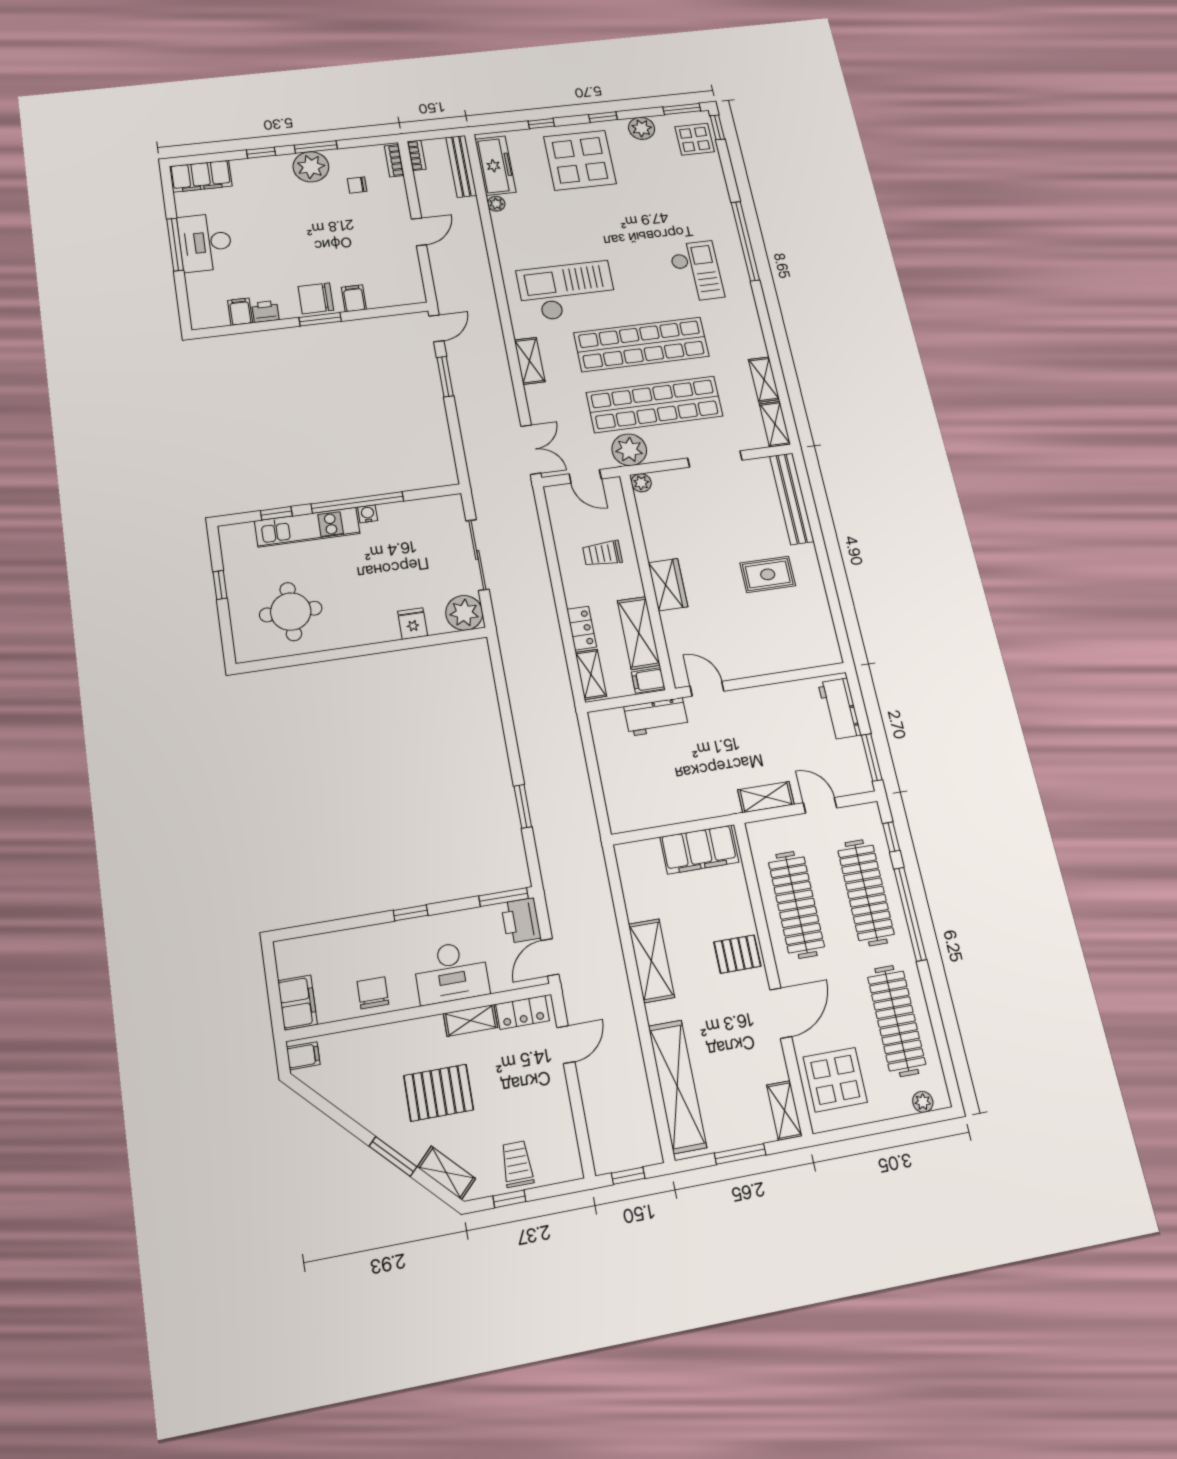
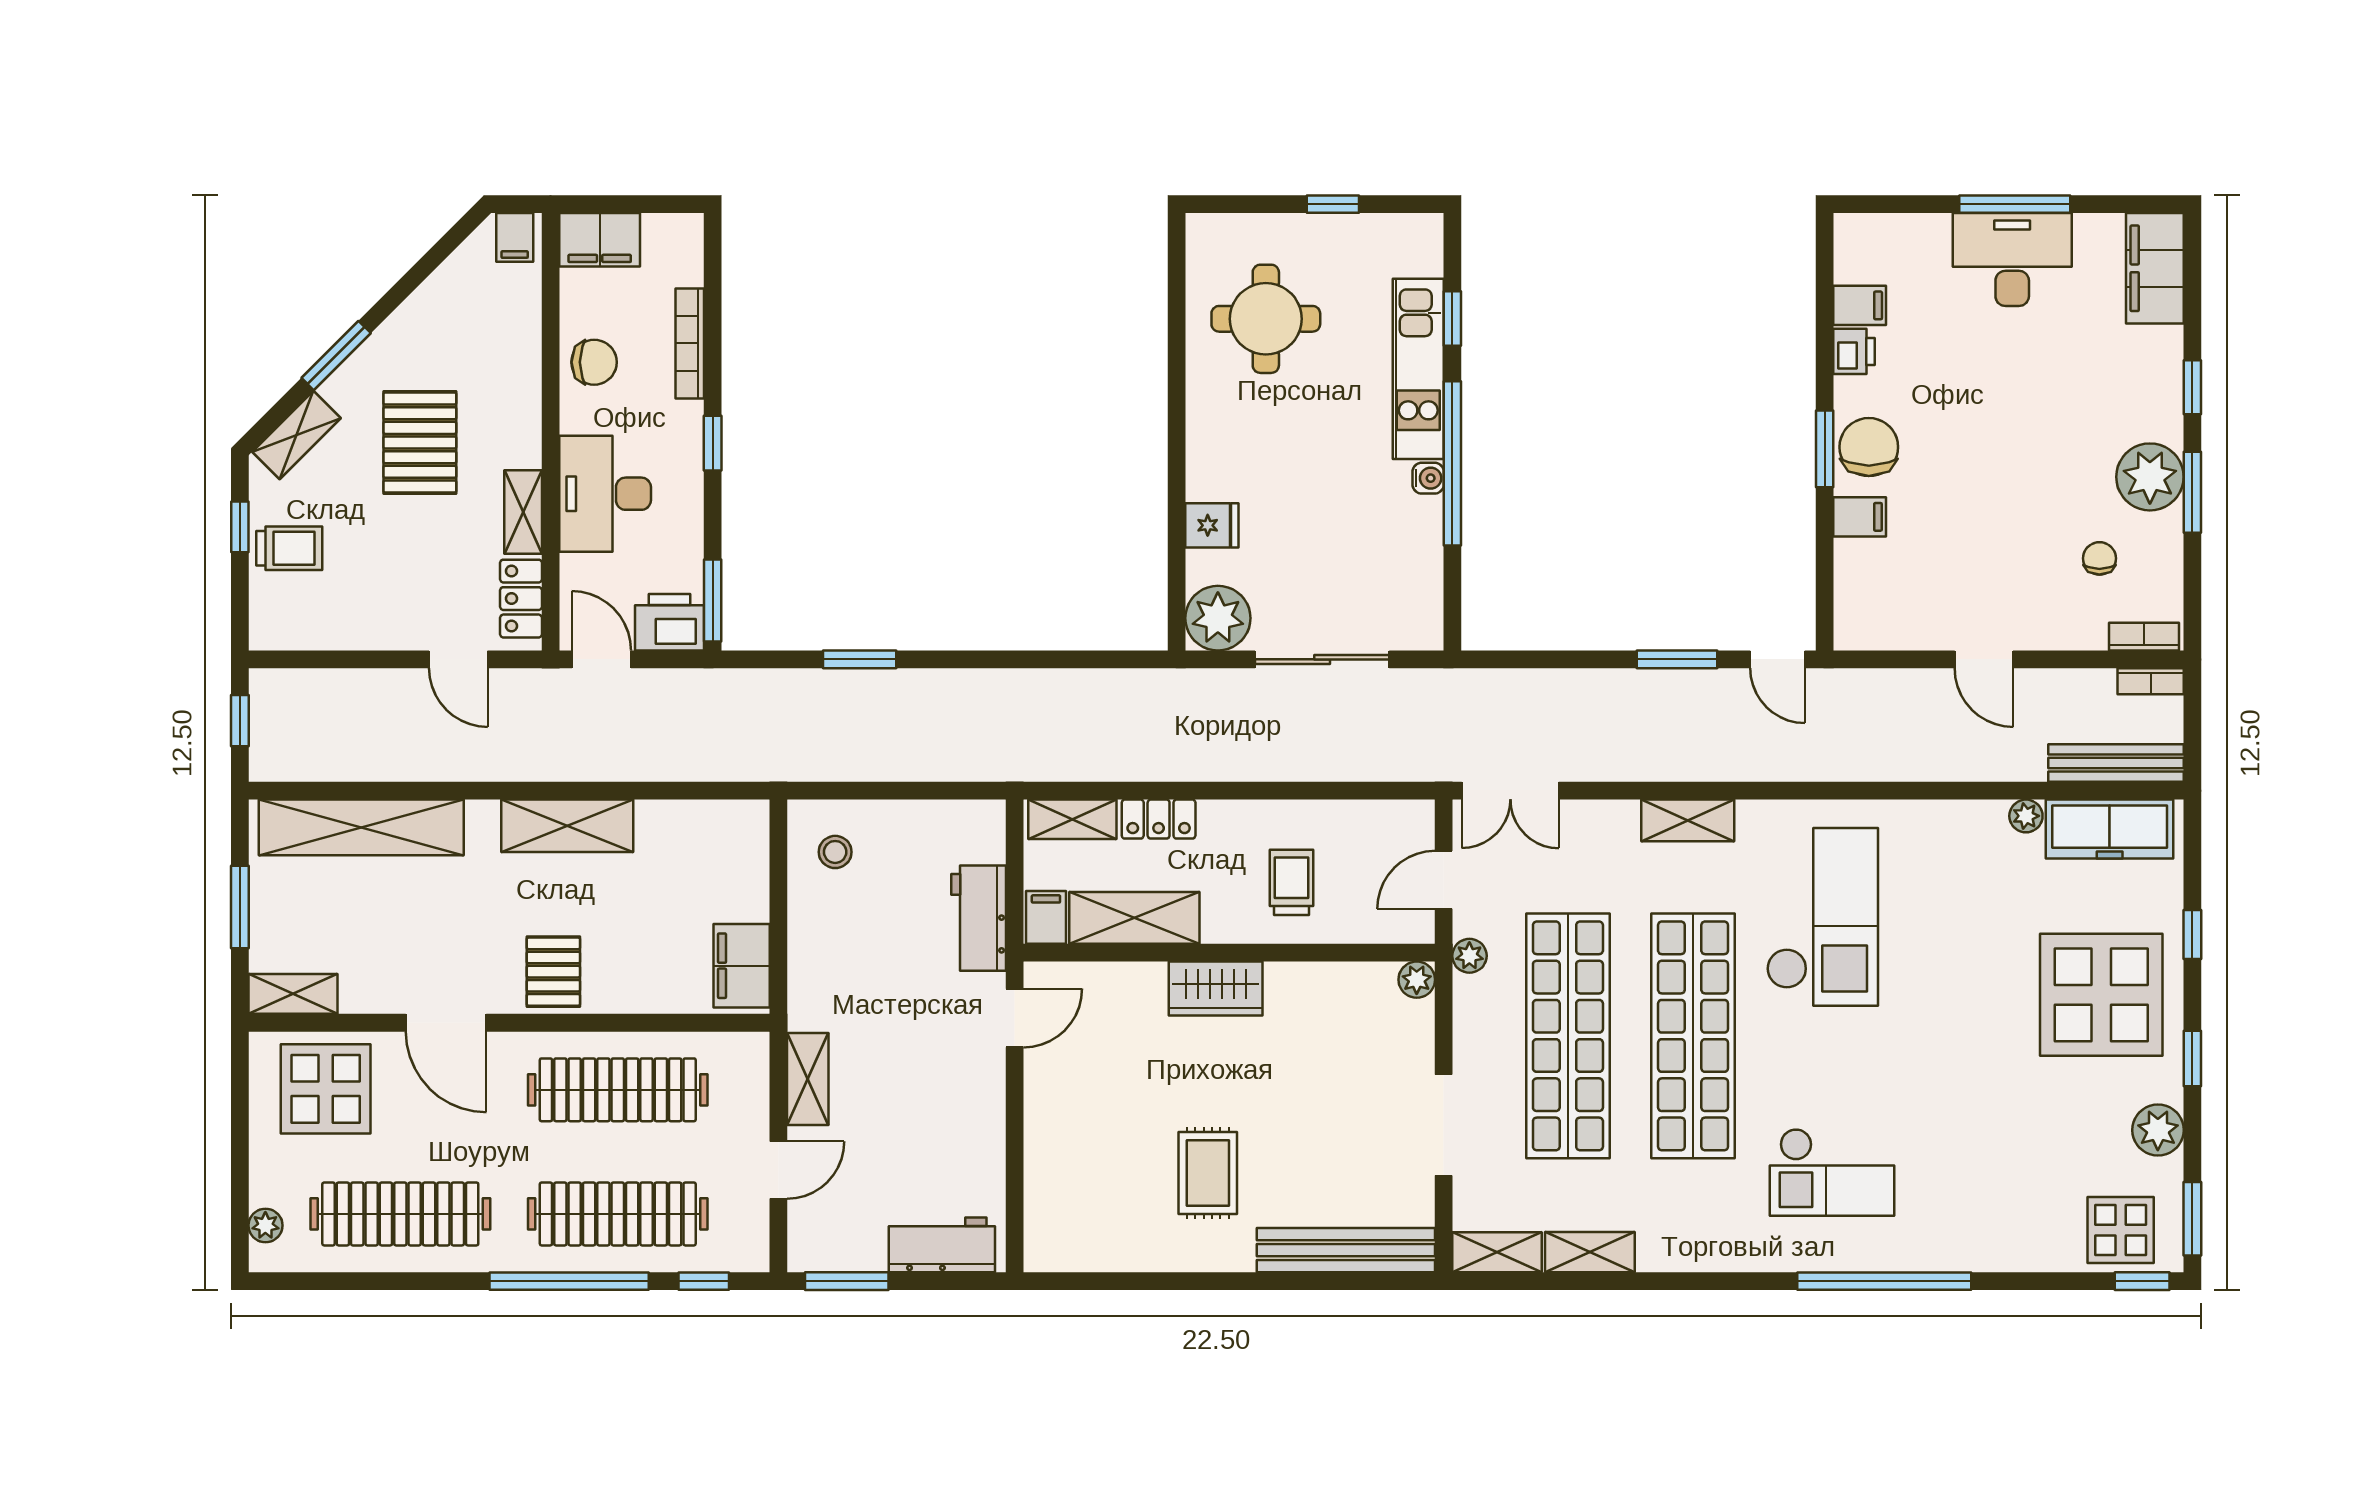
plant: (629, 450) -> (1469, 956), width x0.53, depth x0.53
stool: (635, 802) -> (835, 852), added
filing cabinet: (699, 850) -> (742, 966), width x0.67, depth x0.86
bookcase: (353, 937) -> (690, 343), added

